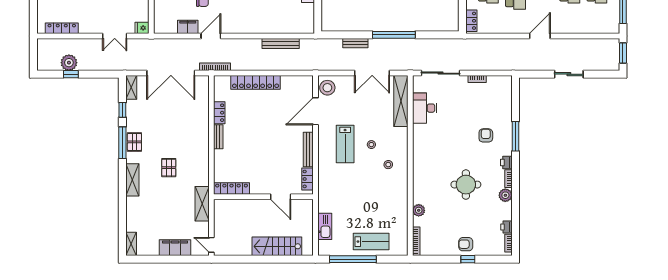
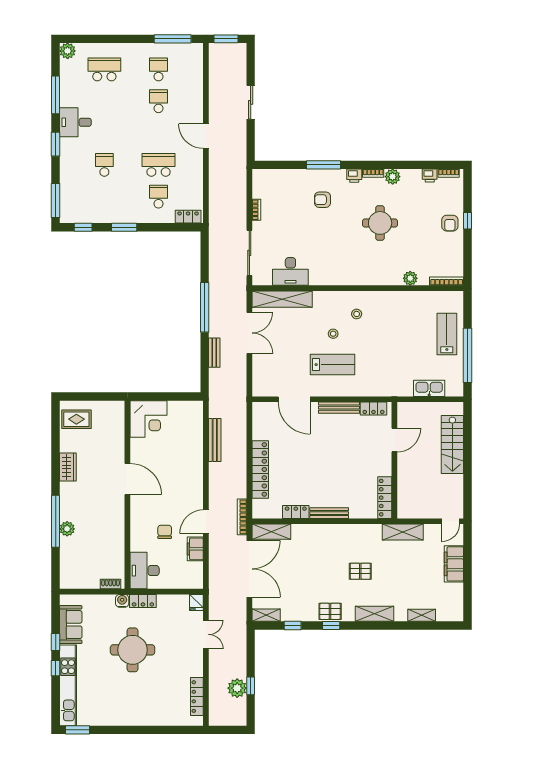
door: (211, 36) -> (206, 522), hinge flipped
stool: (327, 88) -> (267, 385), removed
shelving: (202, 92) -> (271, 532), added
bench: (218, 137) -> (329, 513), width x1.36
window: (122, 143) -> (331, 626), width x0.46
shelving: (131, 244) -> (422, 615), moved

